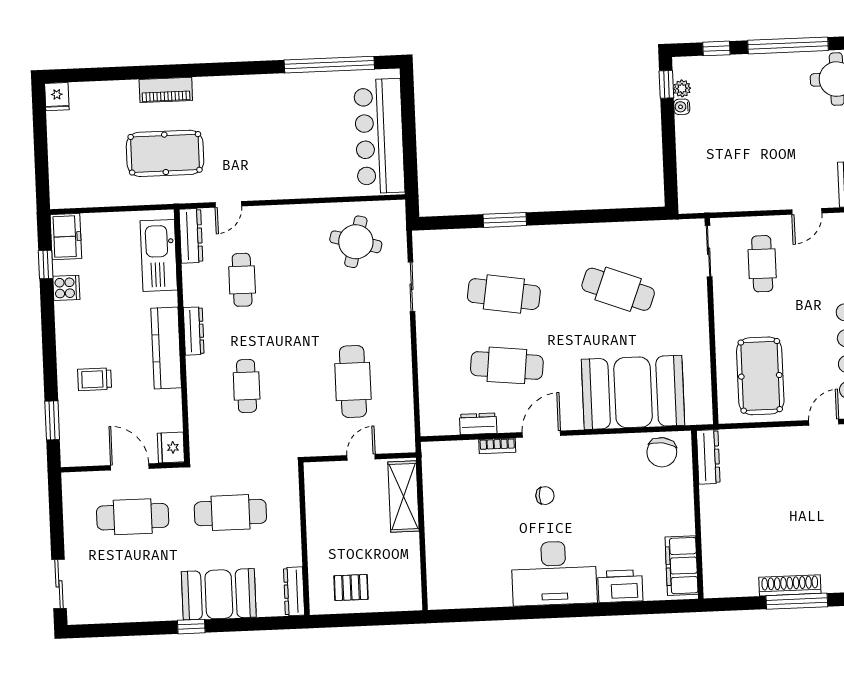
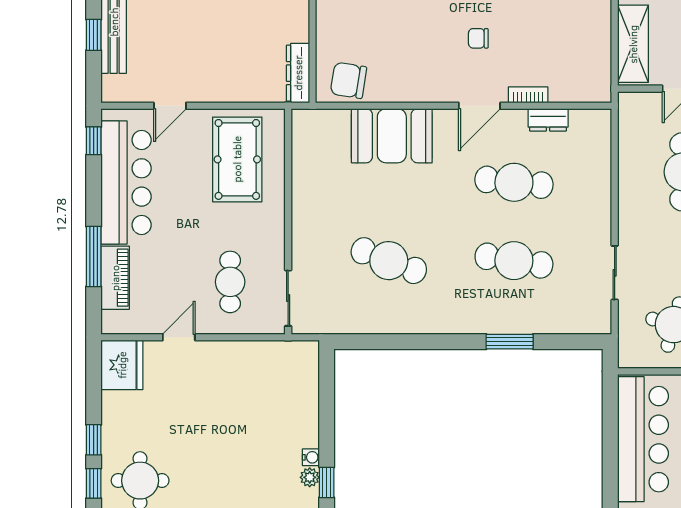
booth: (633, 392) -> (392, 136), width x0.73, depth x0.70
chair: (662, 452) -> (349, 80), turned -90

